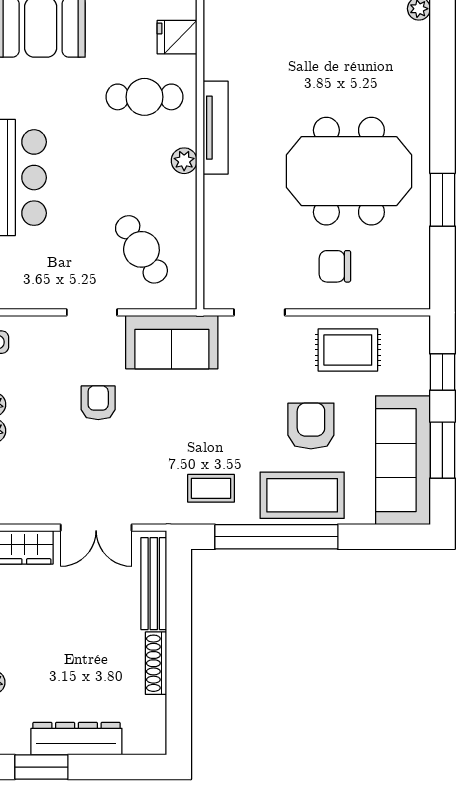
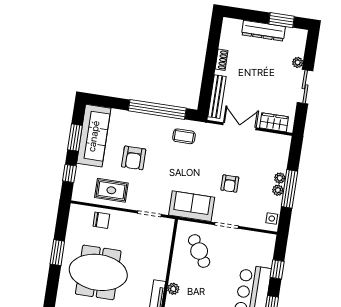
chair: (335, 266) -> (101, 220), moved
coffee table: (302, 495) -> (143, 127), removed
shoe rack: (156, 663) -> (222, 60), width x0.70

